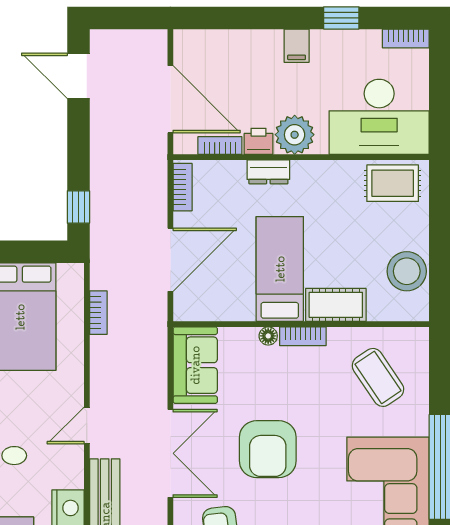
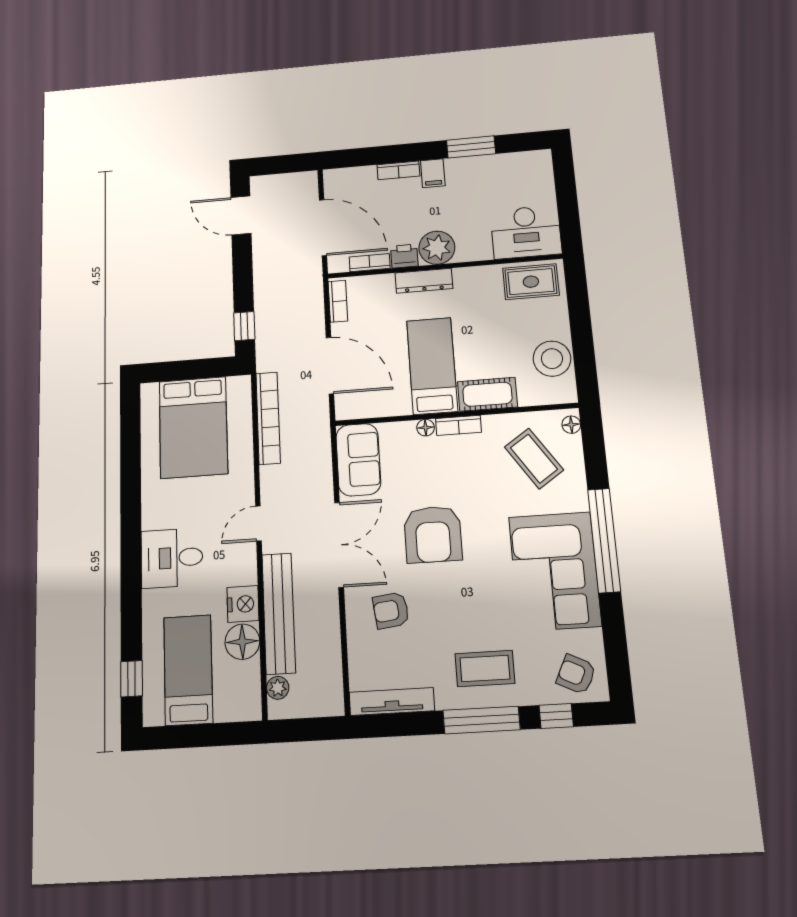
window: (341, 18) -> (471, 147), width x1.50
bookcase: (406, 38) -> (398, 170), moved
desk: (379, 117) -> (526, 232), width x0.73, depth x0.77
dresser: (268, 172) -> (424, 281), width x1.44
door: (170, 260) -> (330, 366), hinge flipped
bookcase: (98, 313) -> (268, 418), width x2.31, depth x1.31
floor lamp: (420, 344) -> (571, 425), added

